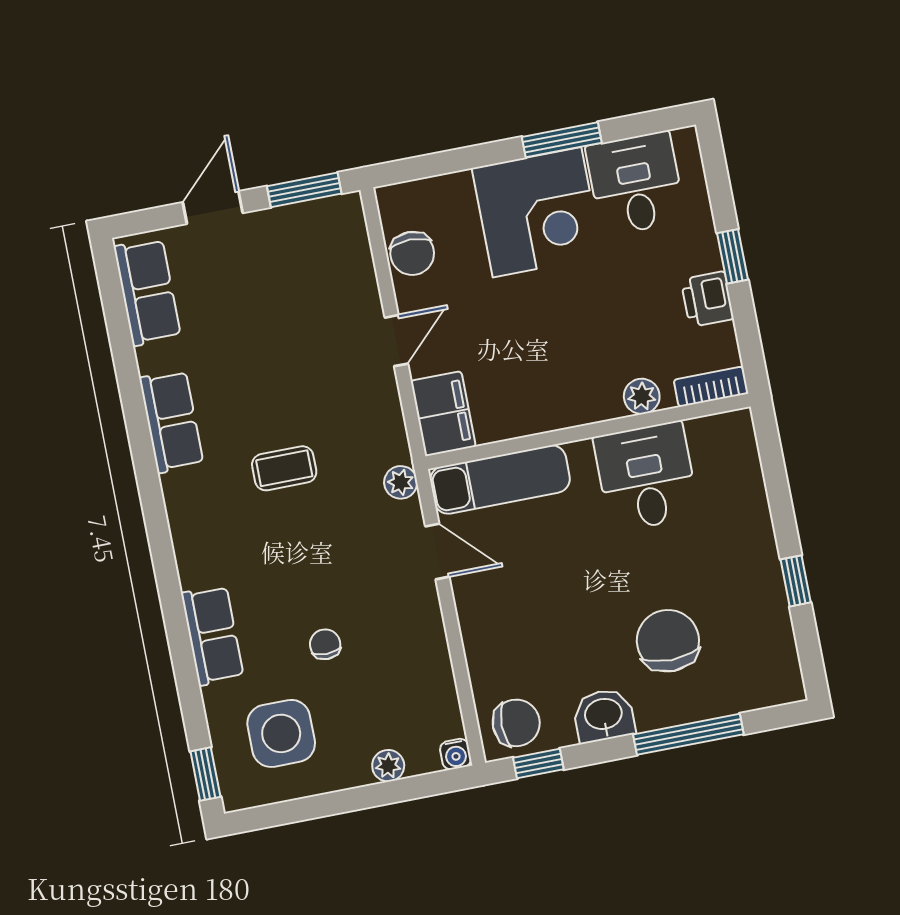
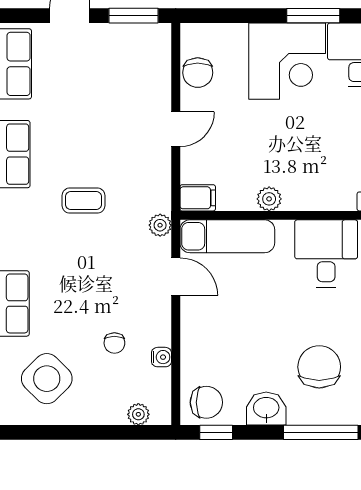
plant: (642, 396) -> (269, 199), moved
filing cabinet: (443, 414) -> (198, 198), width x0.50
chair: (325, 644) -> (114, 343), moved, turned 180
side table: (281, 733) -> (47, 379), turned 45
water cooler: (456, 754) -> (161, 357), moved, turned -90
plant: (388, 766) -> (138, 414), moved

